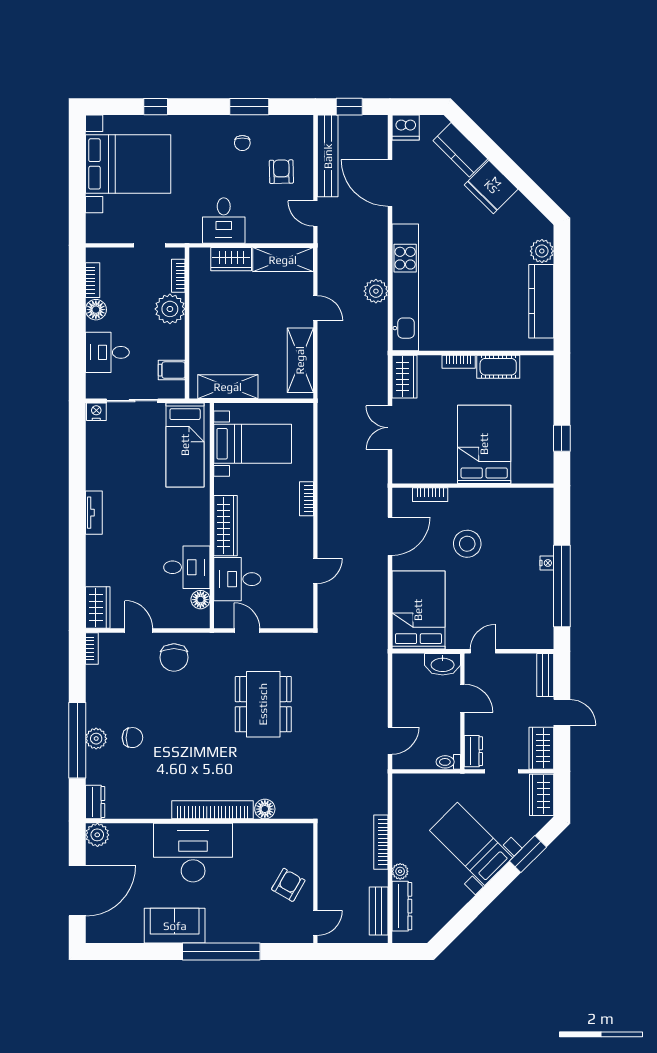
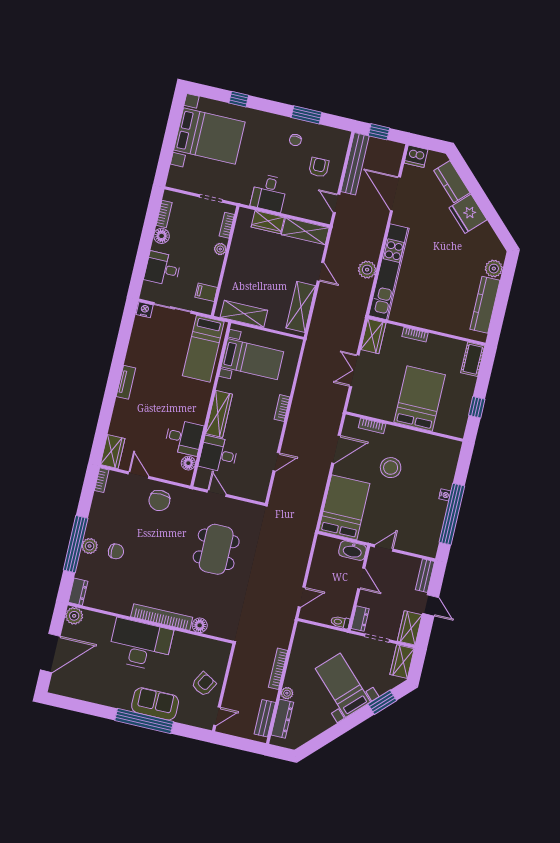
plant: (170, 309) -> (220, 249), width x0.53, depth x0.53
cot: (498, 367) -> (473, 359), moved, turned 90
sofa: (175, 926) -> (155, 704), moved

